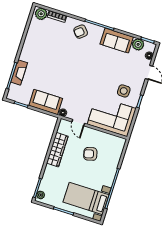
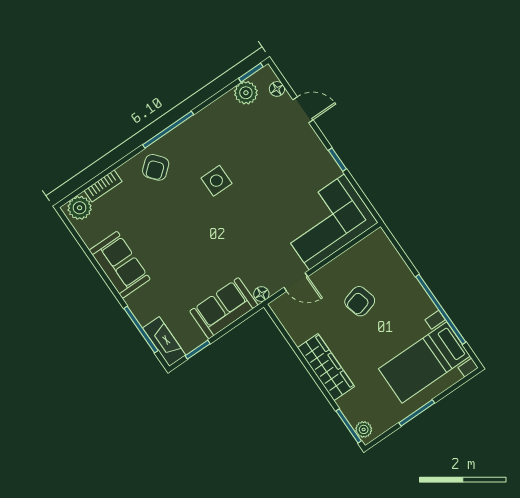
sofa: (117, 41) -> (120, 265), moved, turned -90
fireplace: (19, 72) -> (164, 342), moved
side table: (124, 91) -> (216, 181), moved
wardrobe: (57, 150) -> (326, 367), moved

